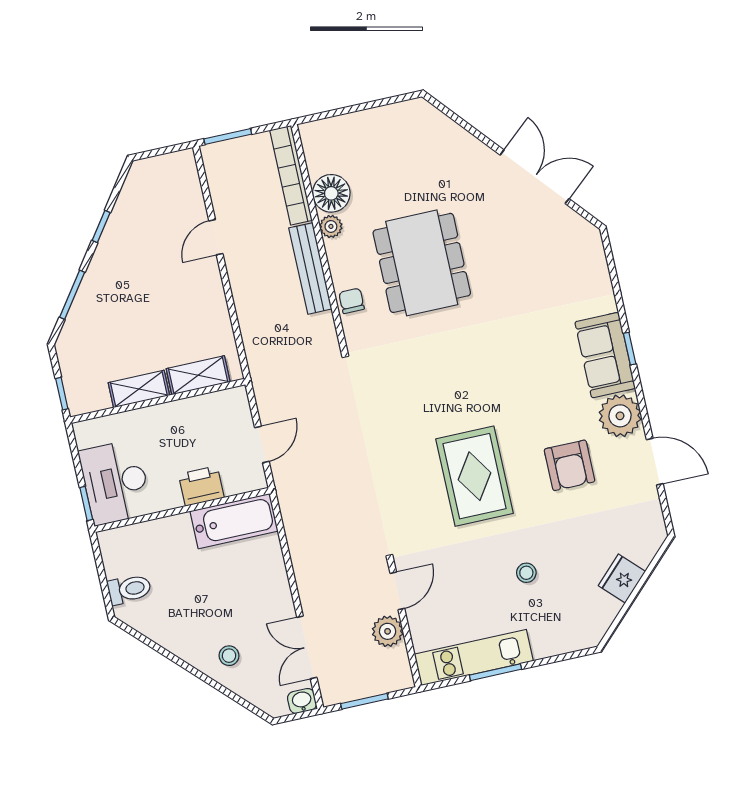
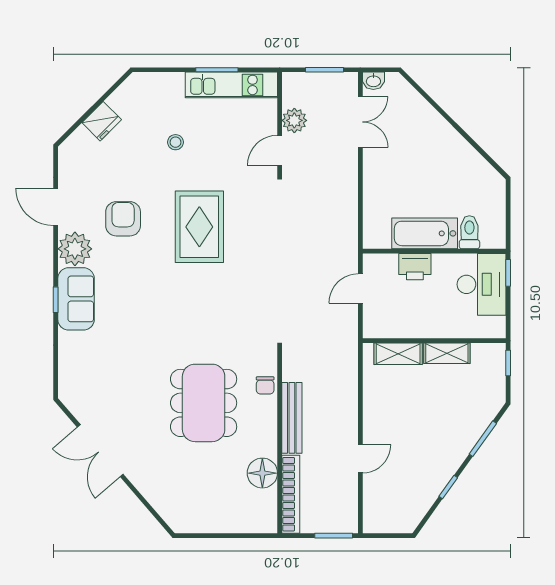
plant: (331, 226) -> (268, 447), removed
bathtub: (234, 521) -> (425, 233), moved
toilet: (129, 589) -> (469, 232), moved, turned 90
stool: (229, 656) -> (423, 129), removed

